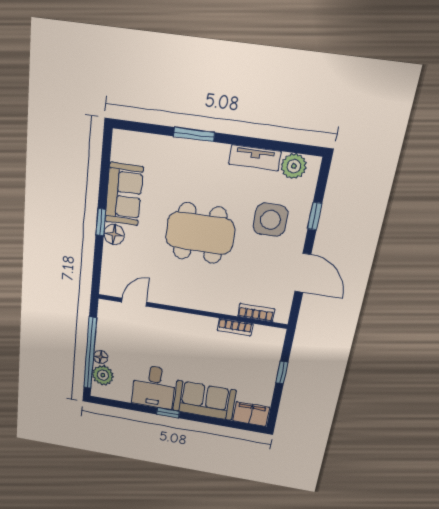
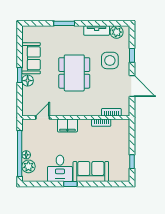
dining table: (200, 233) -> (74, 73), turned 90
window: (282, 373) -> (132, 162), moved
filing cabinet: (251, 414) -> (67, 125), moved, turned 180

